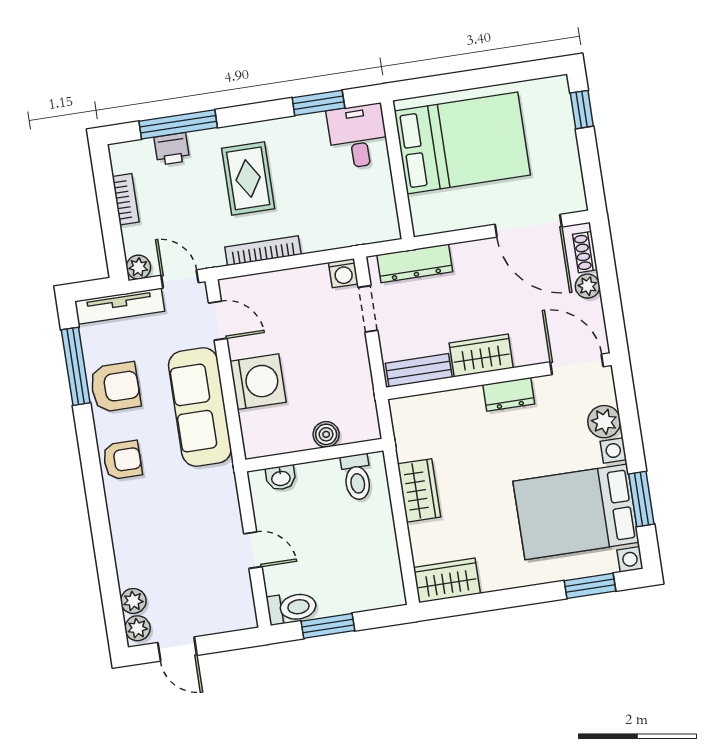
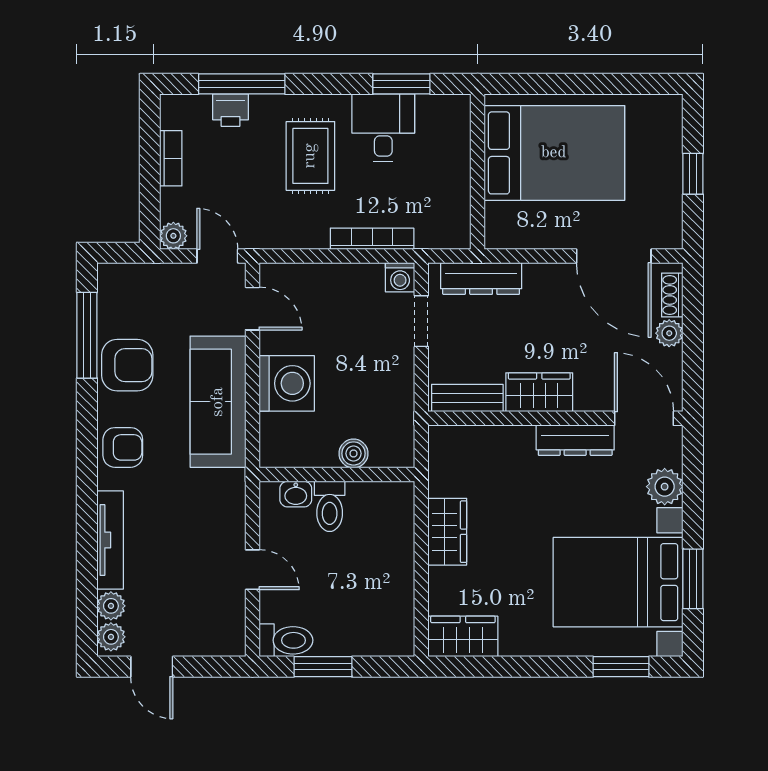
window: (582, 110) -> (693, 174), moved
desk: (358, 136) -> (383, 128), moved
bookcase: (263, 251) -> (372, 239), moved
tv unit: (120, 306) -> (110, 540), moved, turned -90
dresser: (509, 394) -> (575, 440), width x1.44
toilet: (357, 477) -> (330, 506), moved

